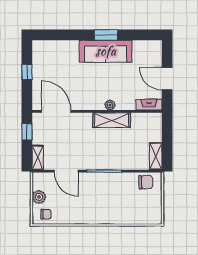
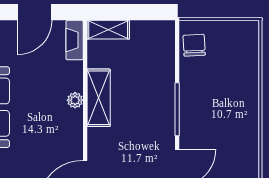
shelving: (156, 156) -> (108, 30), moved

